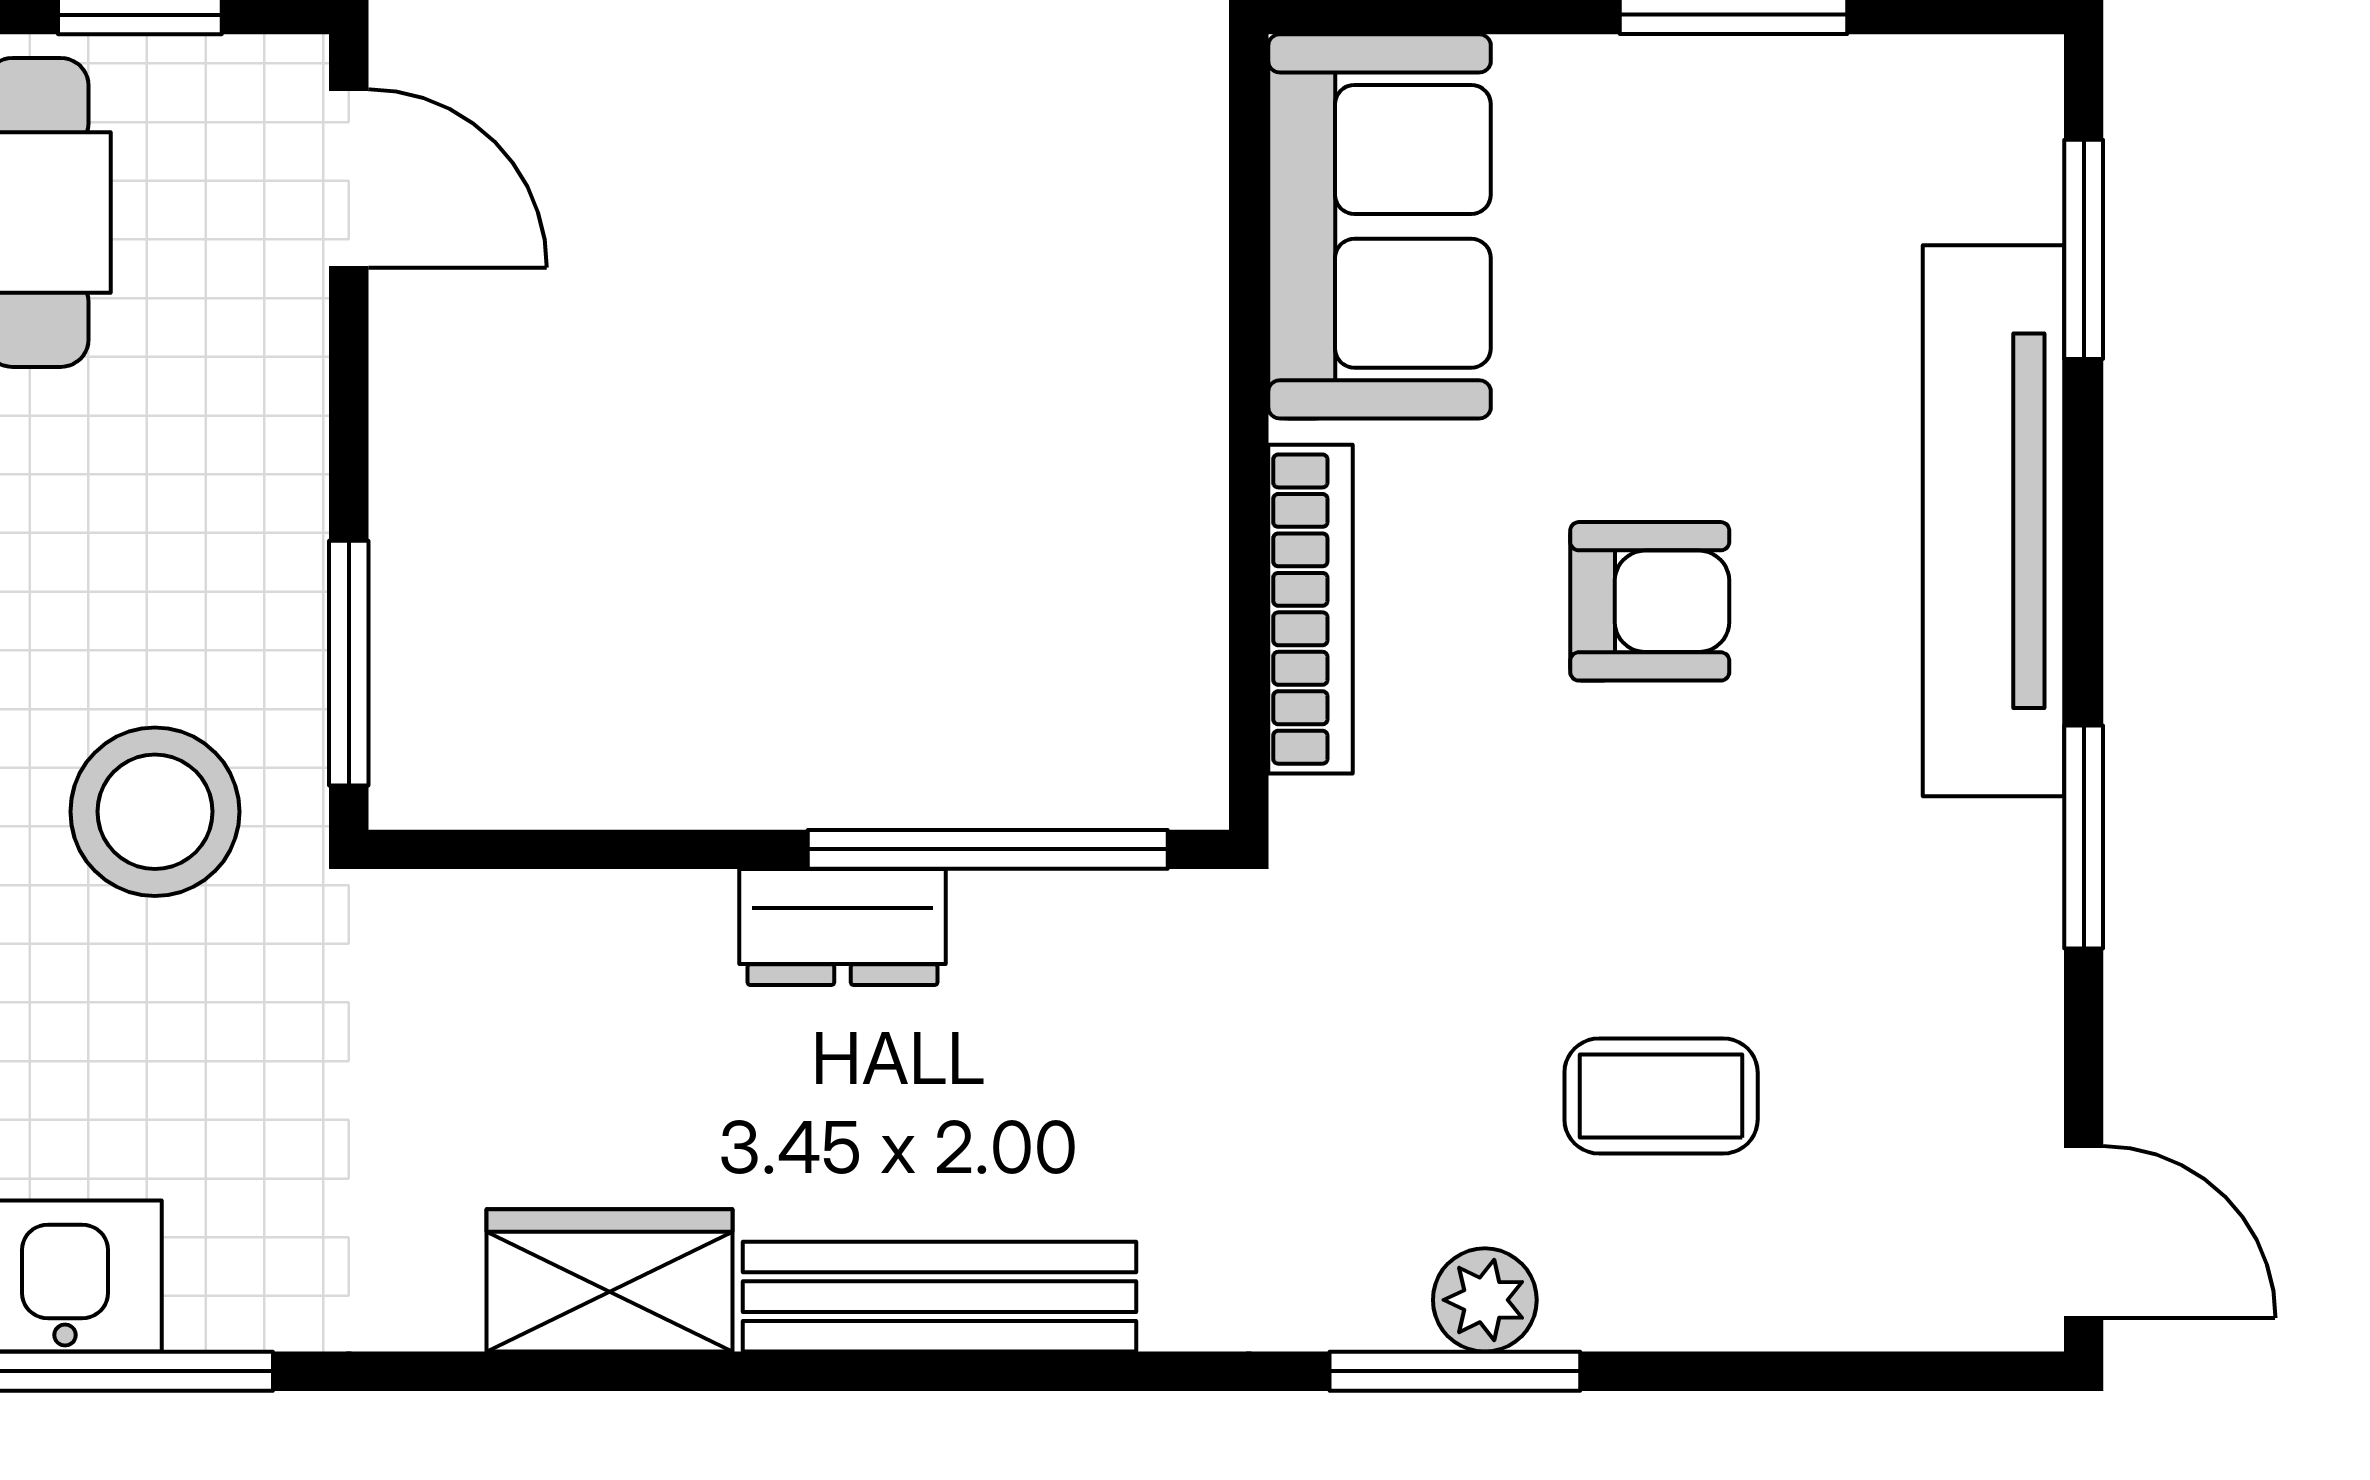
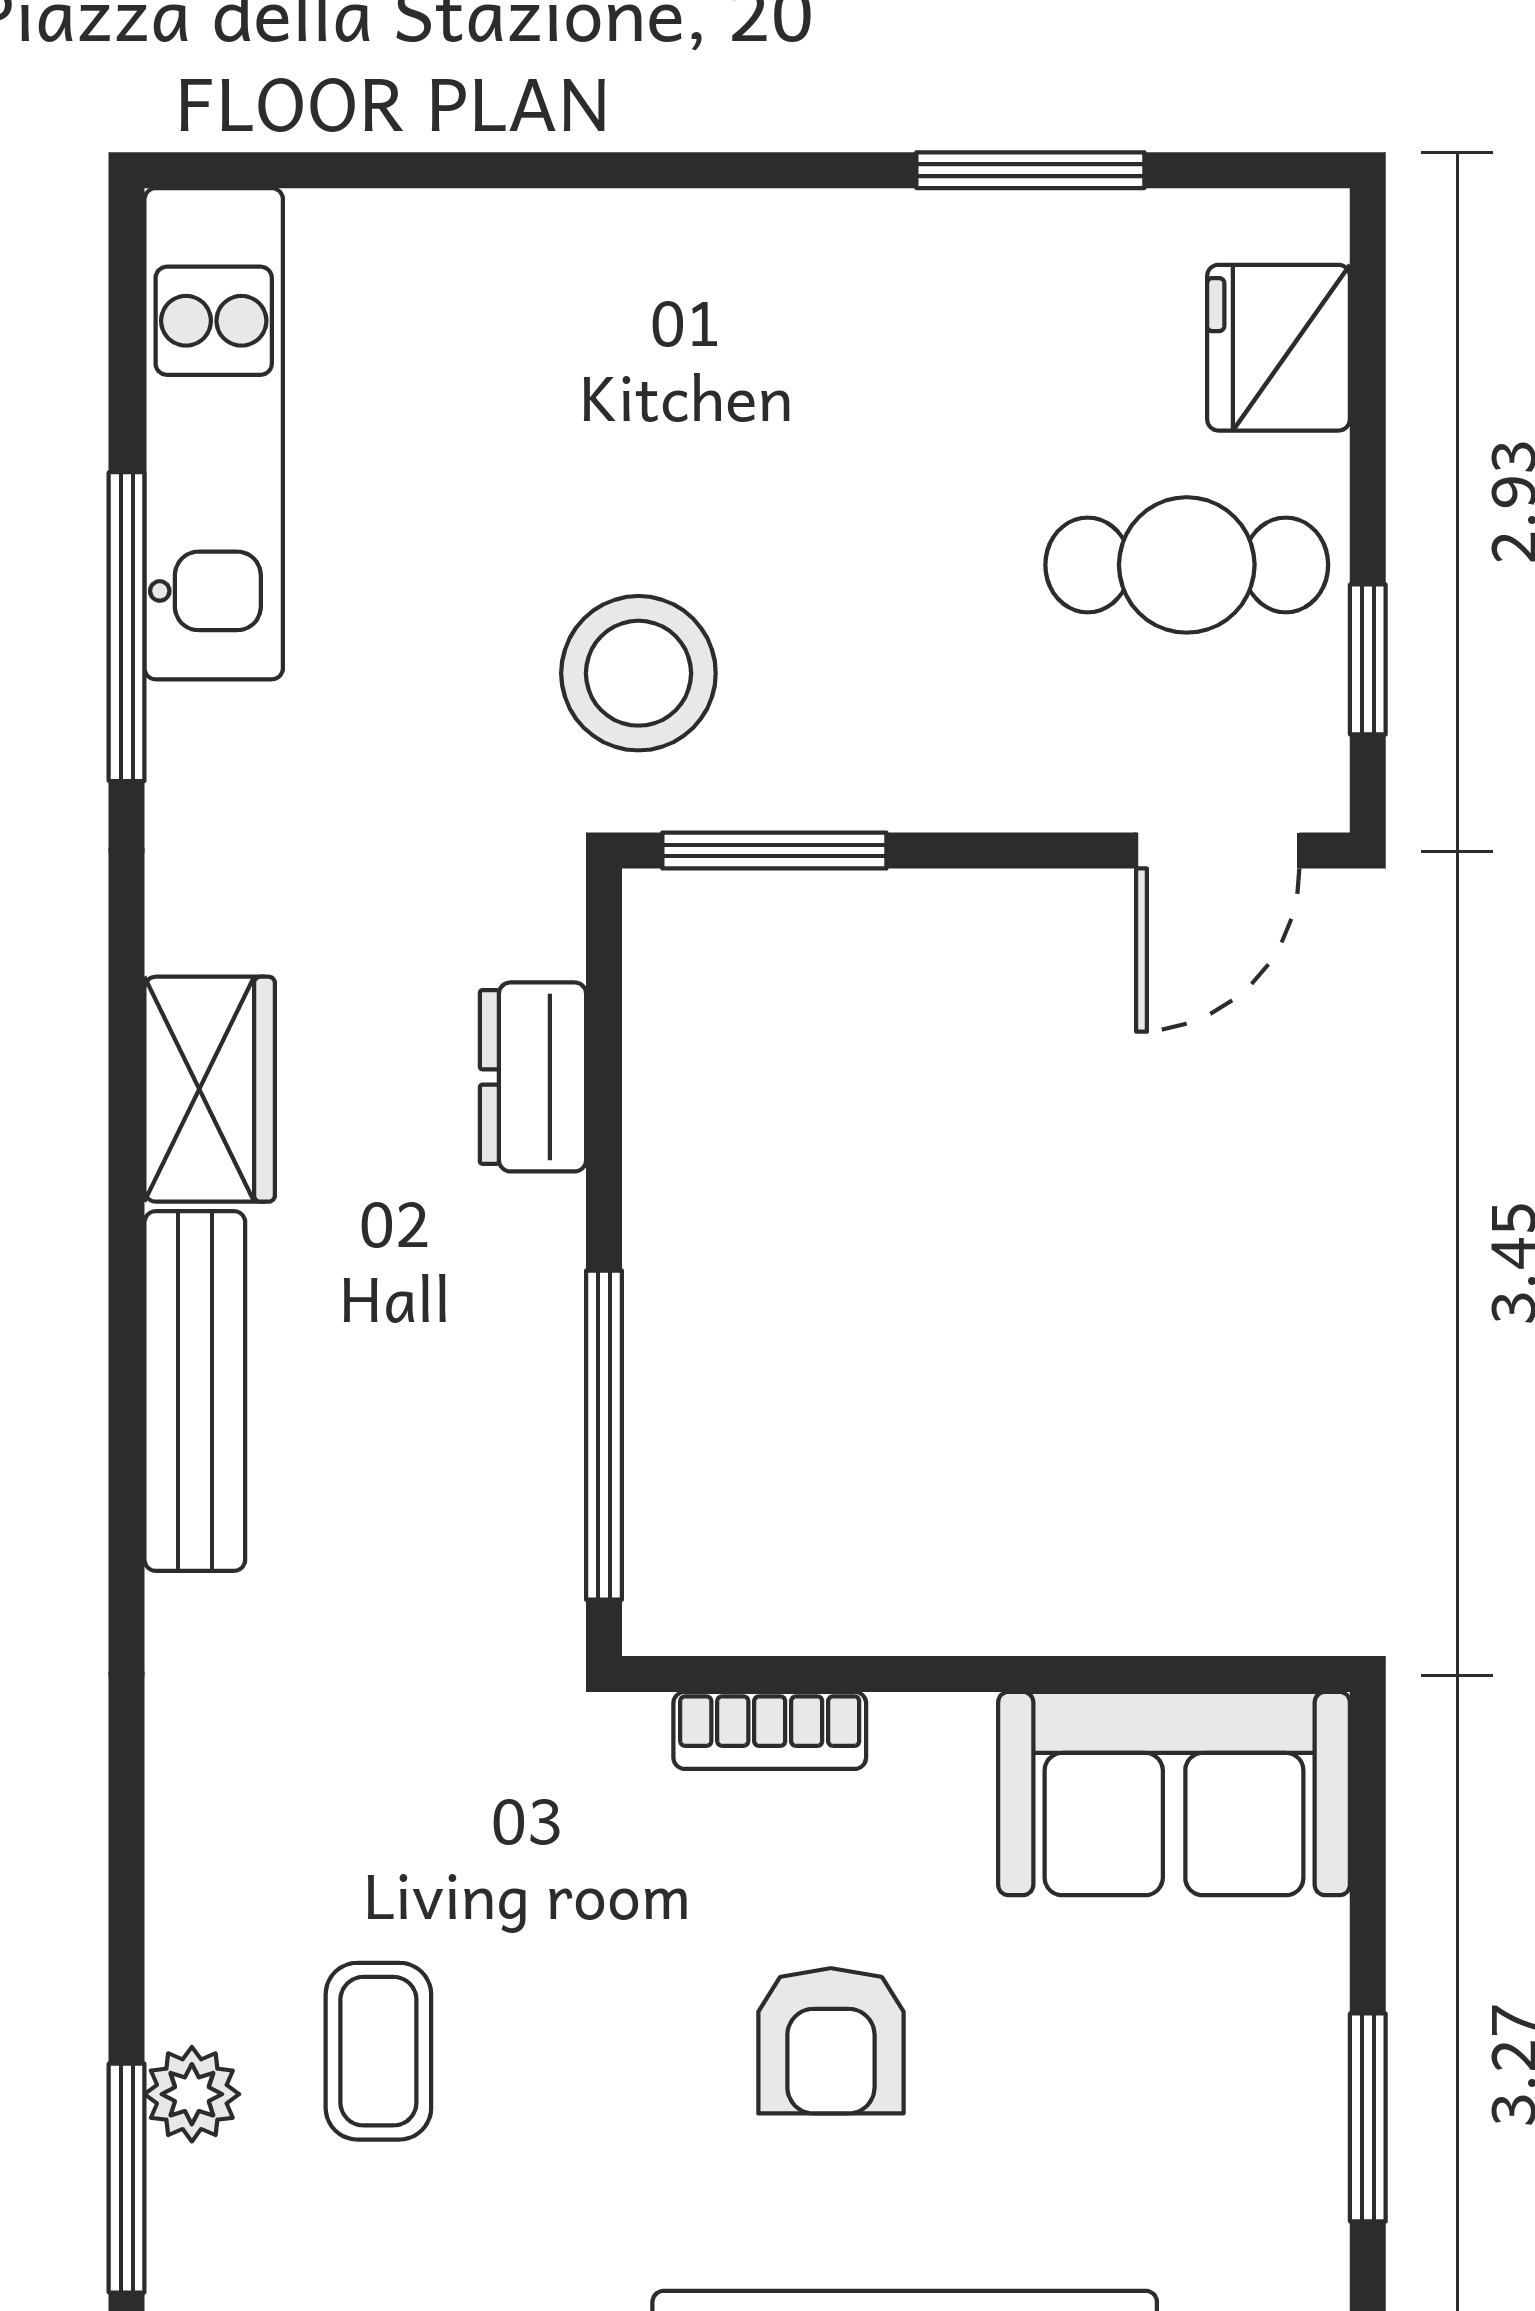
bookcase: (1310, 609) -> (770, 1730), width x0.64
dresser: (842, 927) -> (533, 1077), moved
plant: (1485, 1300) -> (192, 2094), moved
window: (1455, 1371) -> (127, 2178), moved

